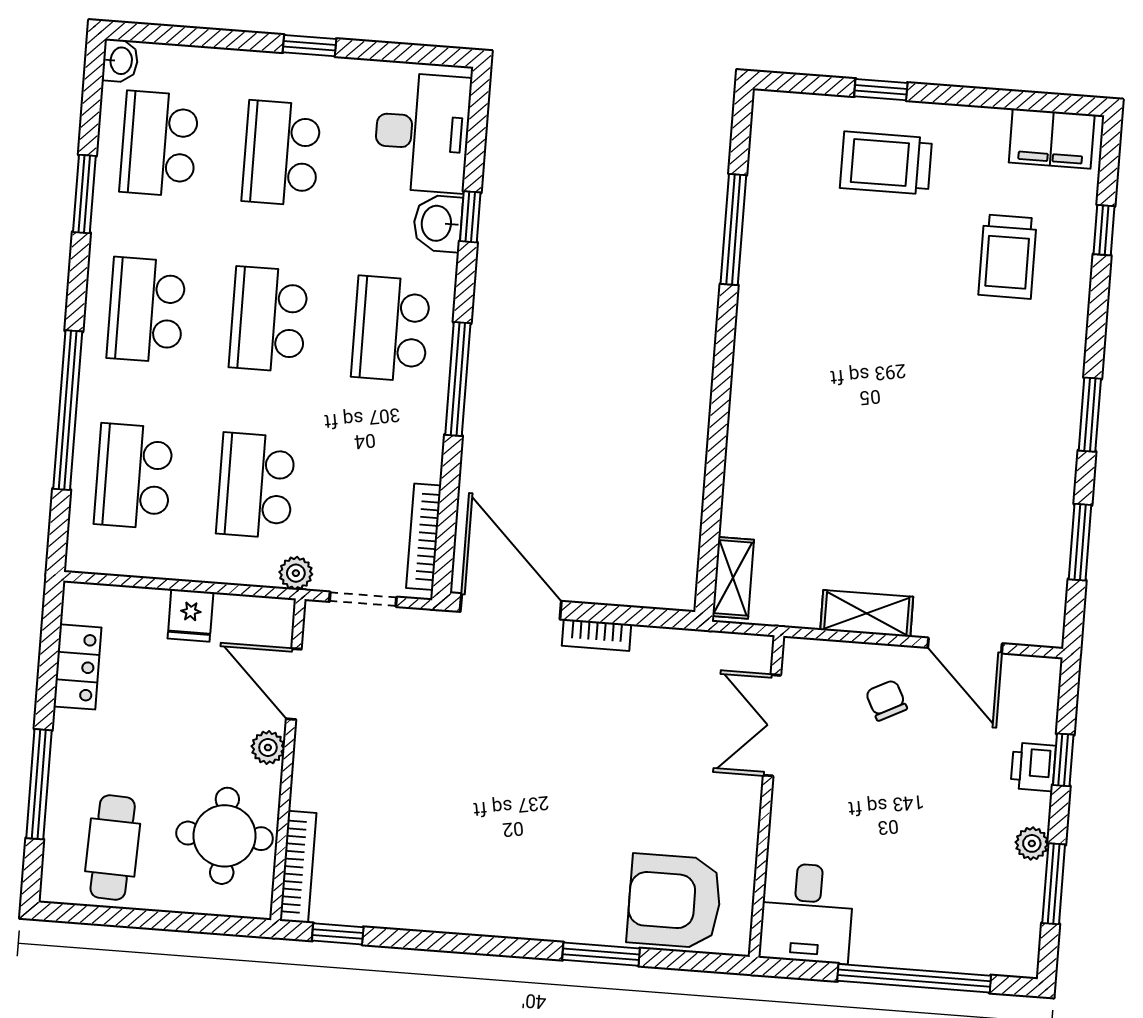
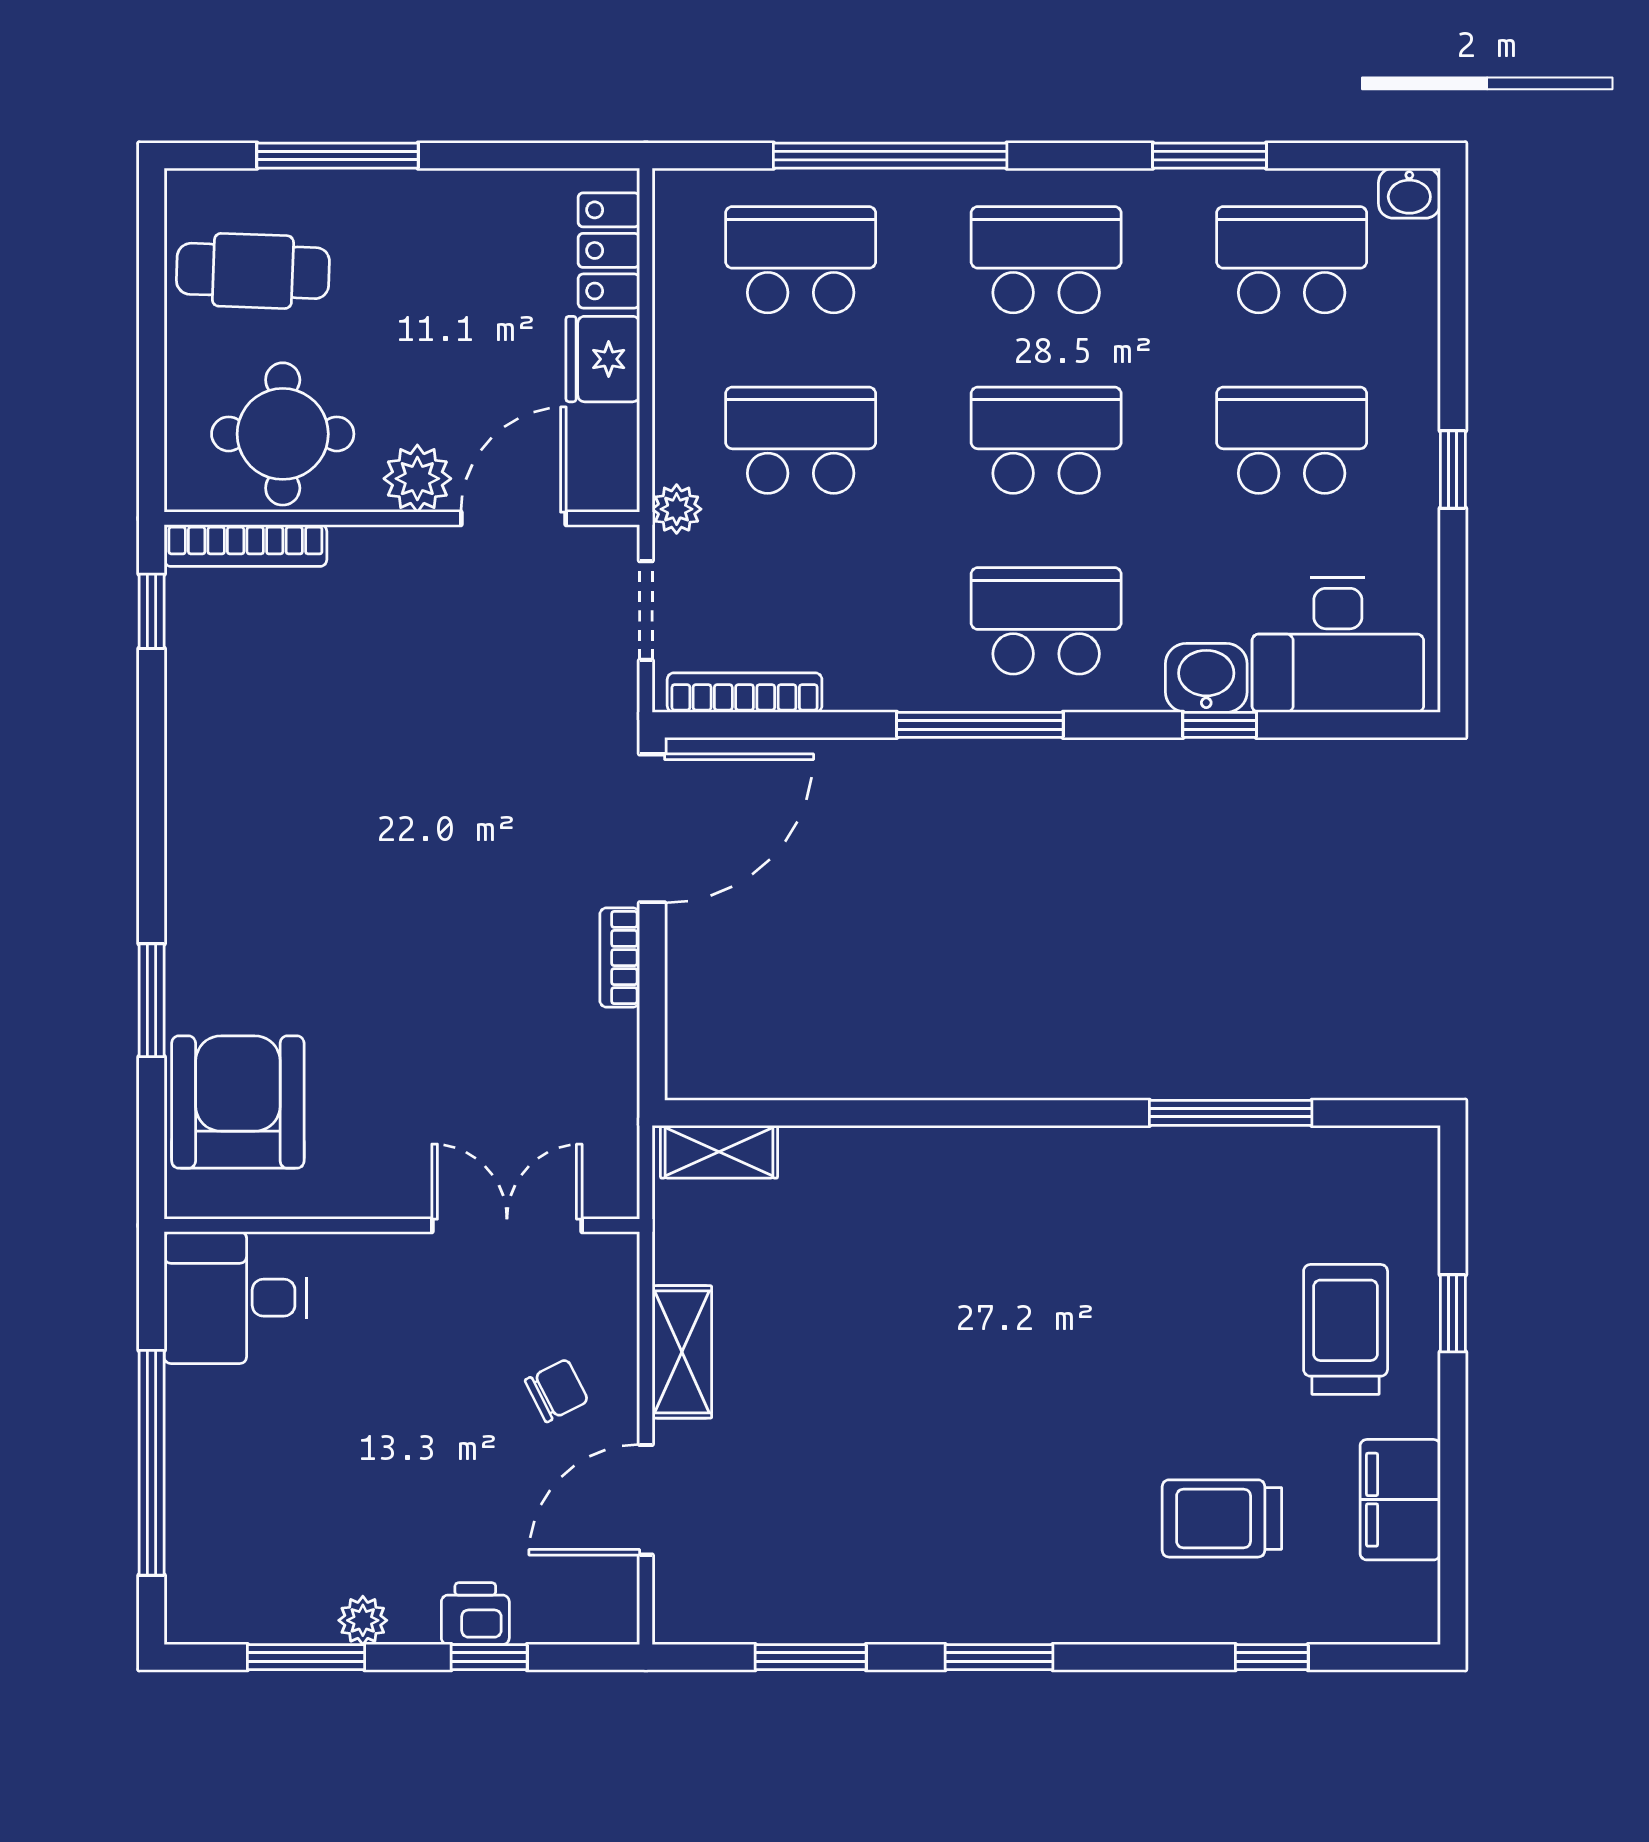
filing cabinet: (1052, 139) -> (1400, 1500), moved
fridge: (190, 615) -> (603, 359), width x1.38
locker: (77, 667) -> (609, 250), moved, turned 90
plant: (268, 747) -> (417, 479), width x1.38, depth x1.38

